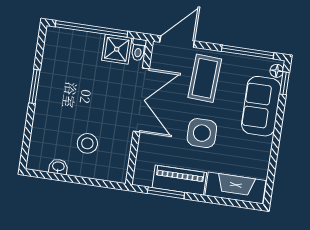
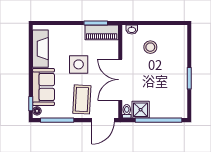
washbasin: (58, 167) -> (132, 30), moved
piano: (179, 180) -> (102, 32), moved
fireplace: (235, 188) -> (40, 49), moved, turned -90

